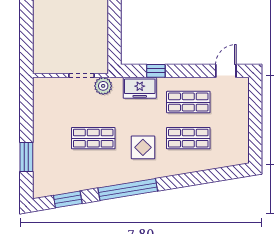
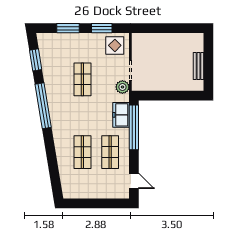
window: (156, 71) -> (134, 127), width x3.17
window: (26, 113) -> (102, 28), added
display table: (143, 147) -> (115, 45), moved

